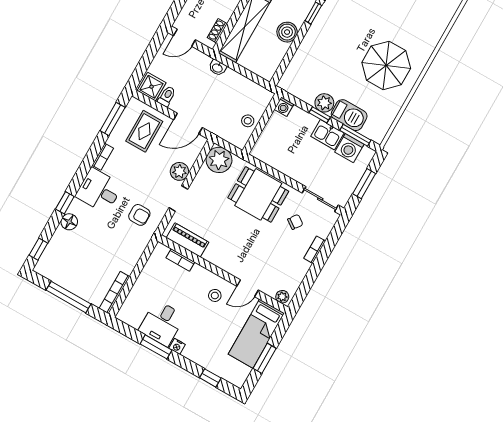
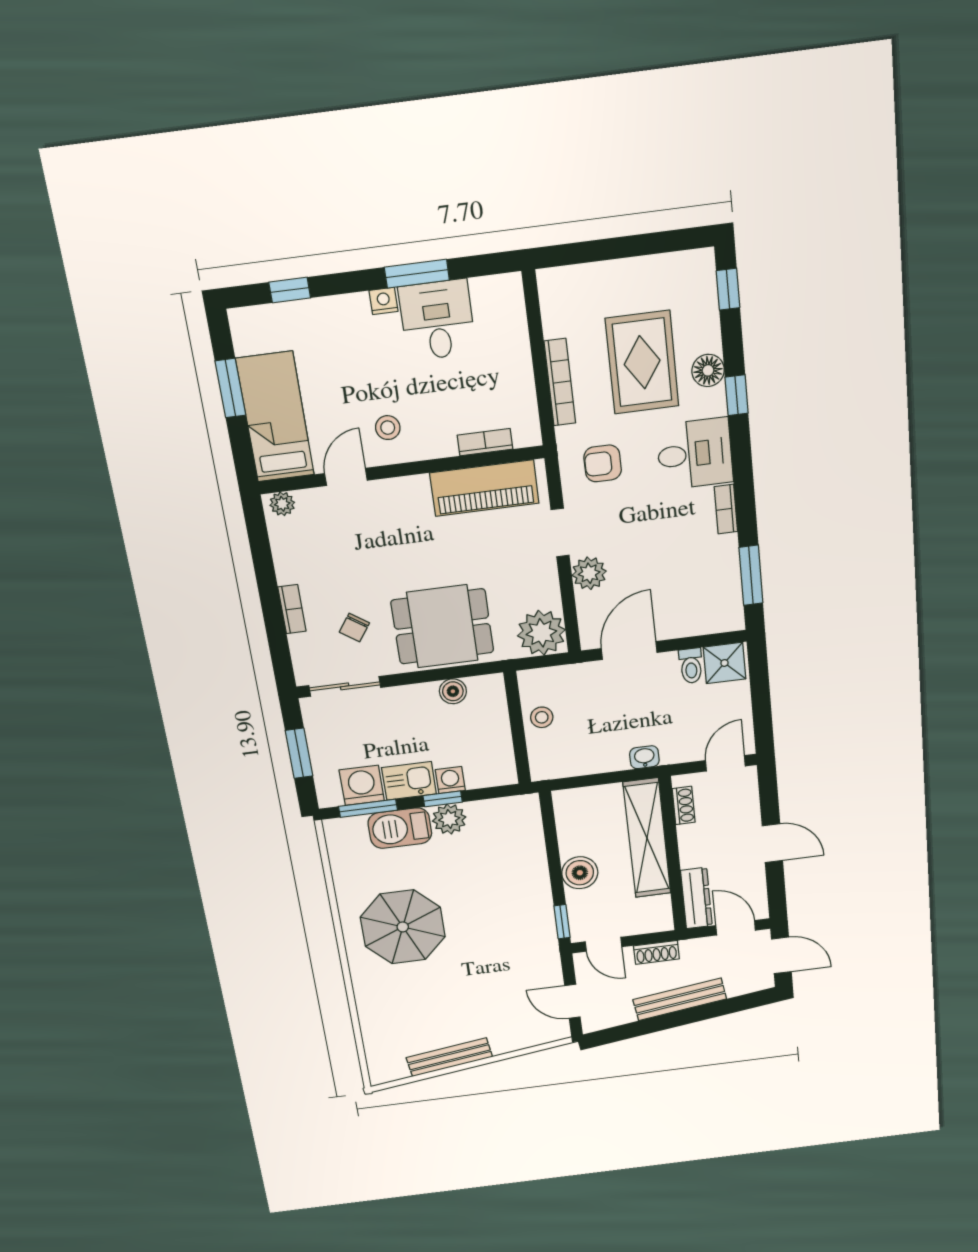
washing machine: (284, 107) -> (450, 780), moved
rug: (144, 131) -> (642, 362), moved, width x1.36, depth x1.43
boiler: (276, 162) -> (453, 691), added
piano: (188, 240) -> (484, 488), width x1.37, depth x1.33
bookcase: (114, 293) -> (560, 382), moved
window: (68, 297) -> (622, 247), removed

